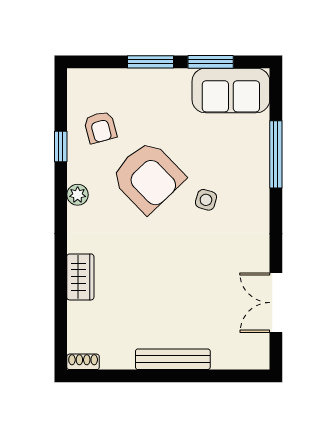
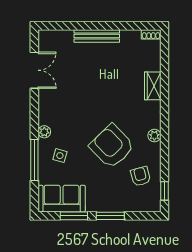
window: (61, 146) -> (164, 191), moved
side table: (206, 200) -> (60, 156), moved
plant: (259, 201) -> (44, 132), added

